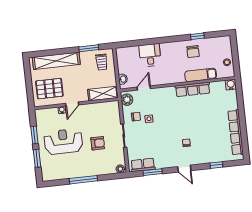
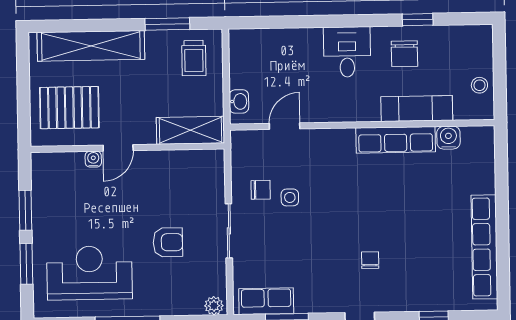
desk: (150, 55) -> (347, 52), moved
water cooler: (231, 85) -> (448, 138), moved
plant: (127, 100) -> (244, 149), removed
reception desk: (63, 141) -> (89, 273), moved

